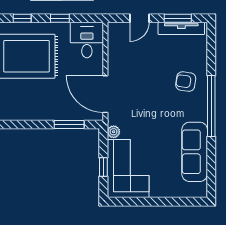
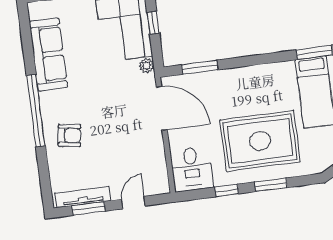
window: (22, 18) -> (271, 185), width x1.50

